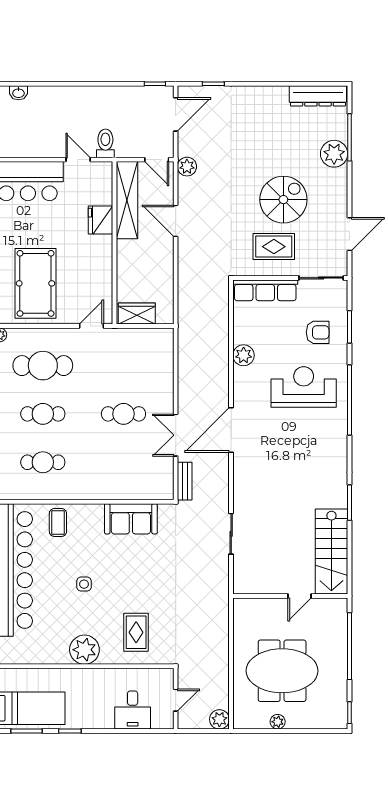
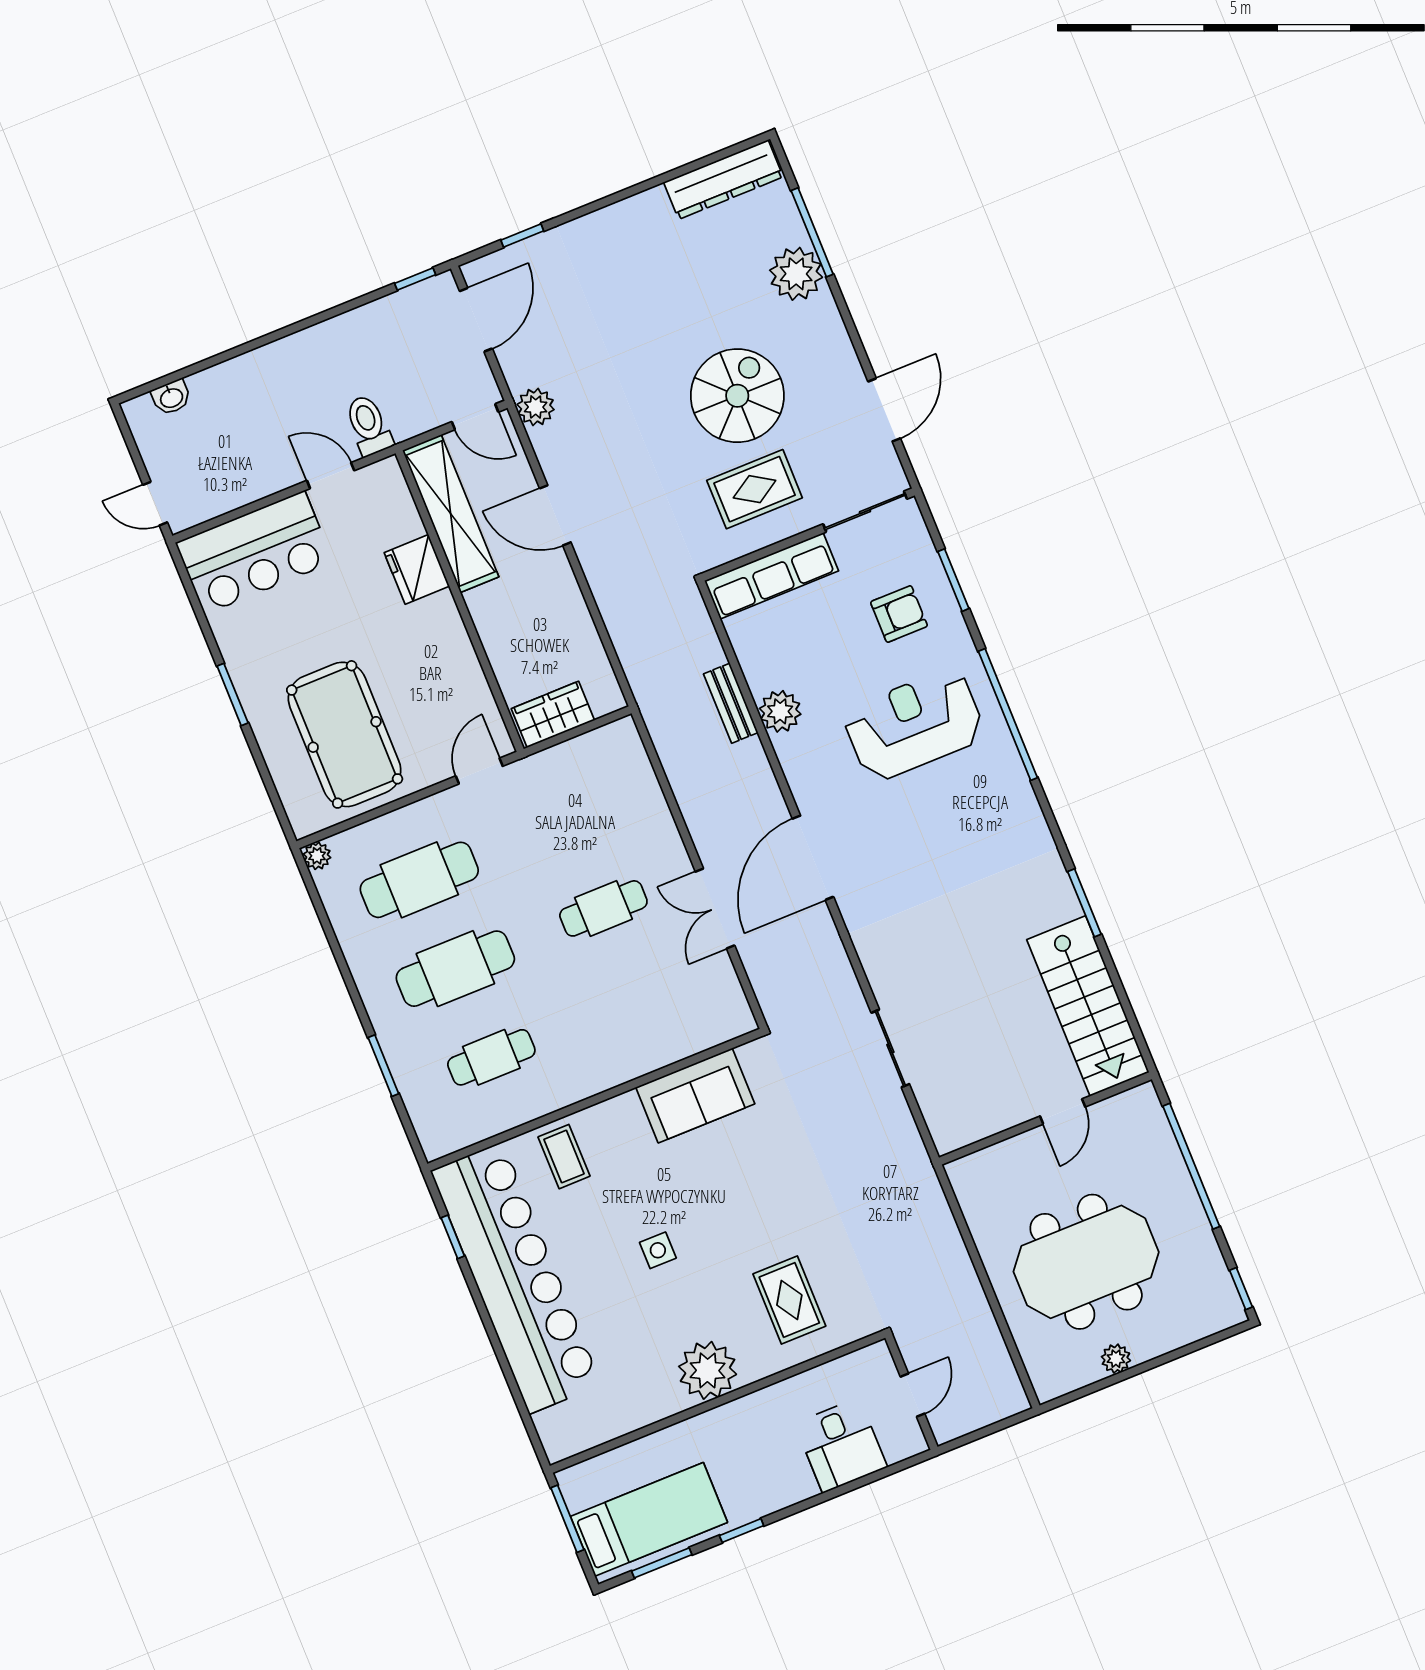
cafe table: (43, 414) -> (455, 969), width x1.37, depth x1.35
bench: (185, 481) -> (731, 703), moved
plant: (219, 719) -> (1007, 1398), removed

